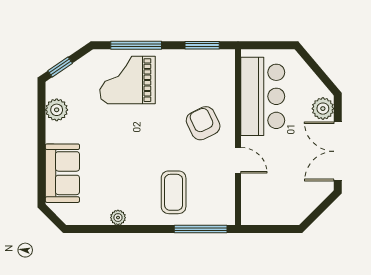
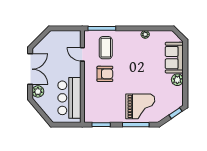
plant: (57, 110) -> (177, 80), moved
armchair: (203, 123) -> (105, 74), moved, turned -64
door: (238, 160) -> (82, 54), moved
coffee table: (174, 192) -> (106, 48), moved

